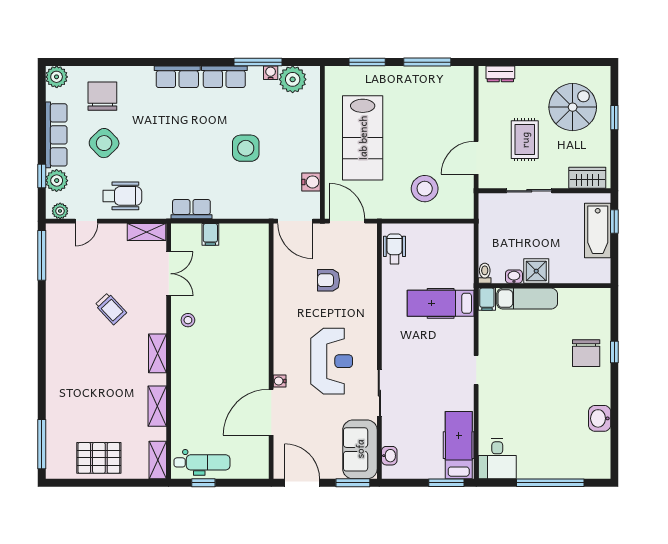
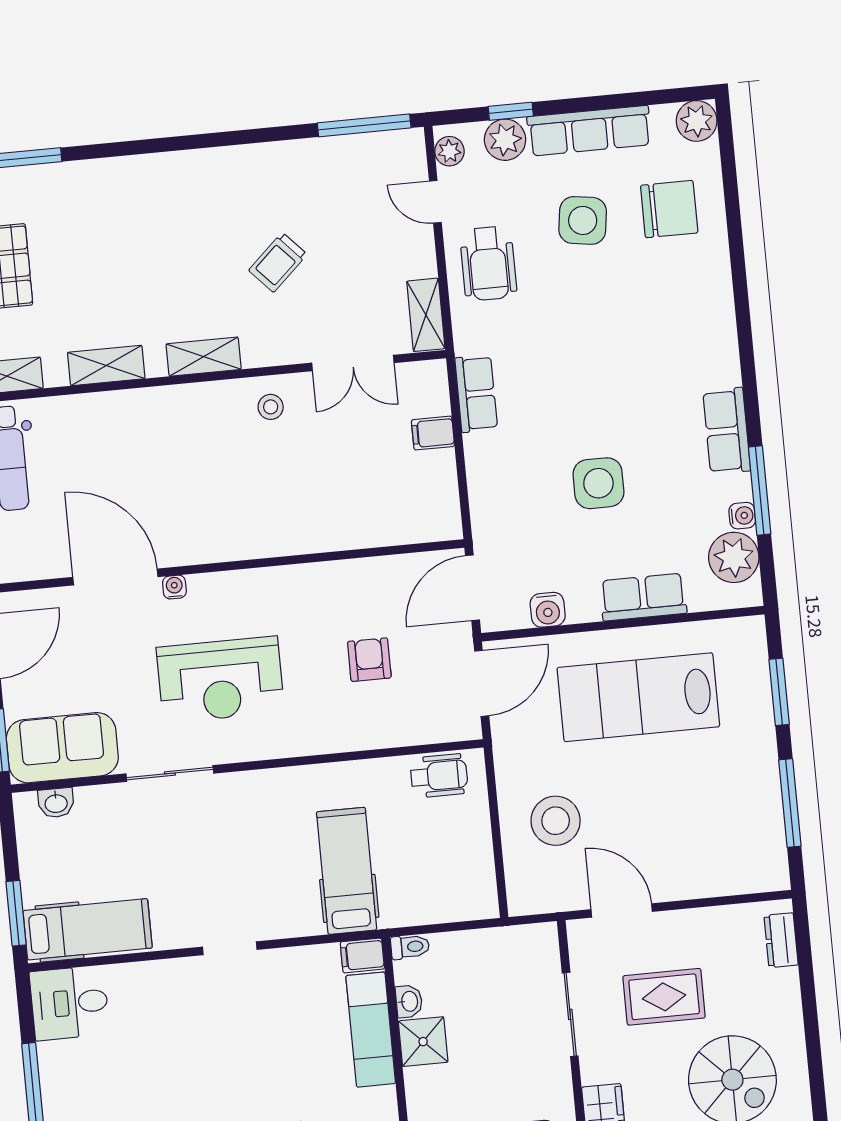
row of seats: (177, 77) -> (643, 597), moved, turned 90
side table: (104, 143) -> (583, 220), turned -38

